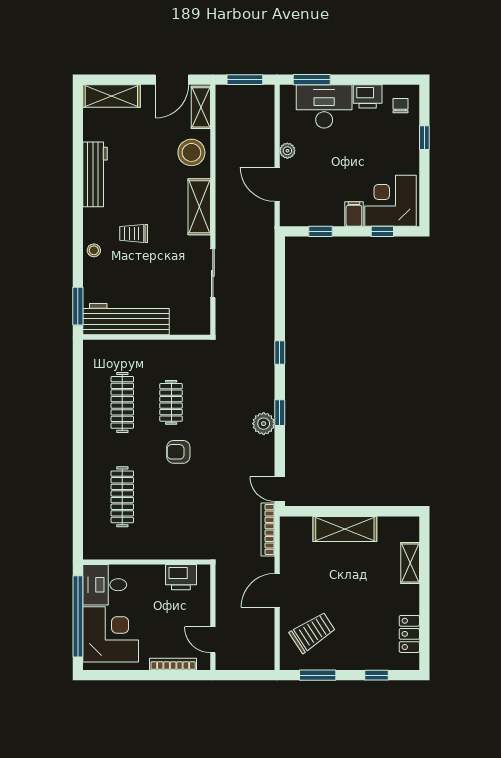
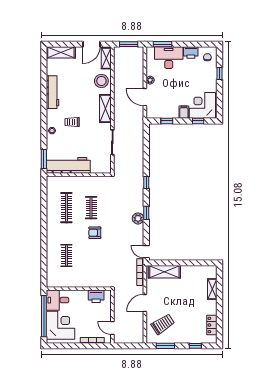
clothes rail: (122, 497) -> (66, 256), width x0.73
shelving: (345, 529) -> (164, 272), moved

